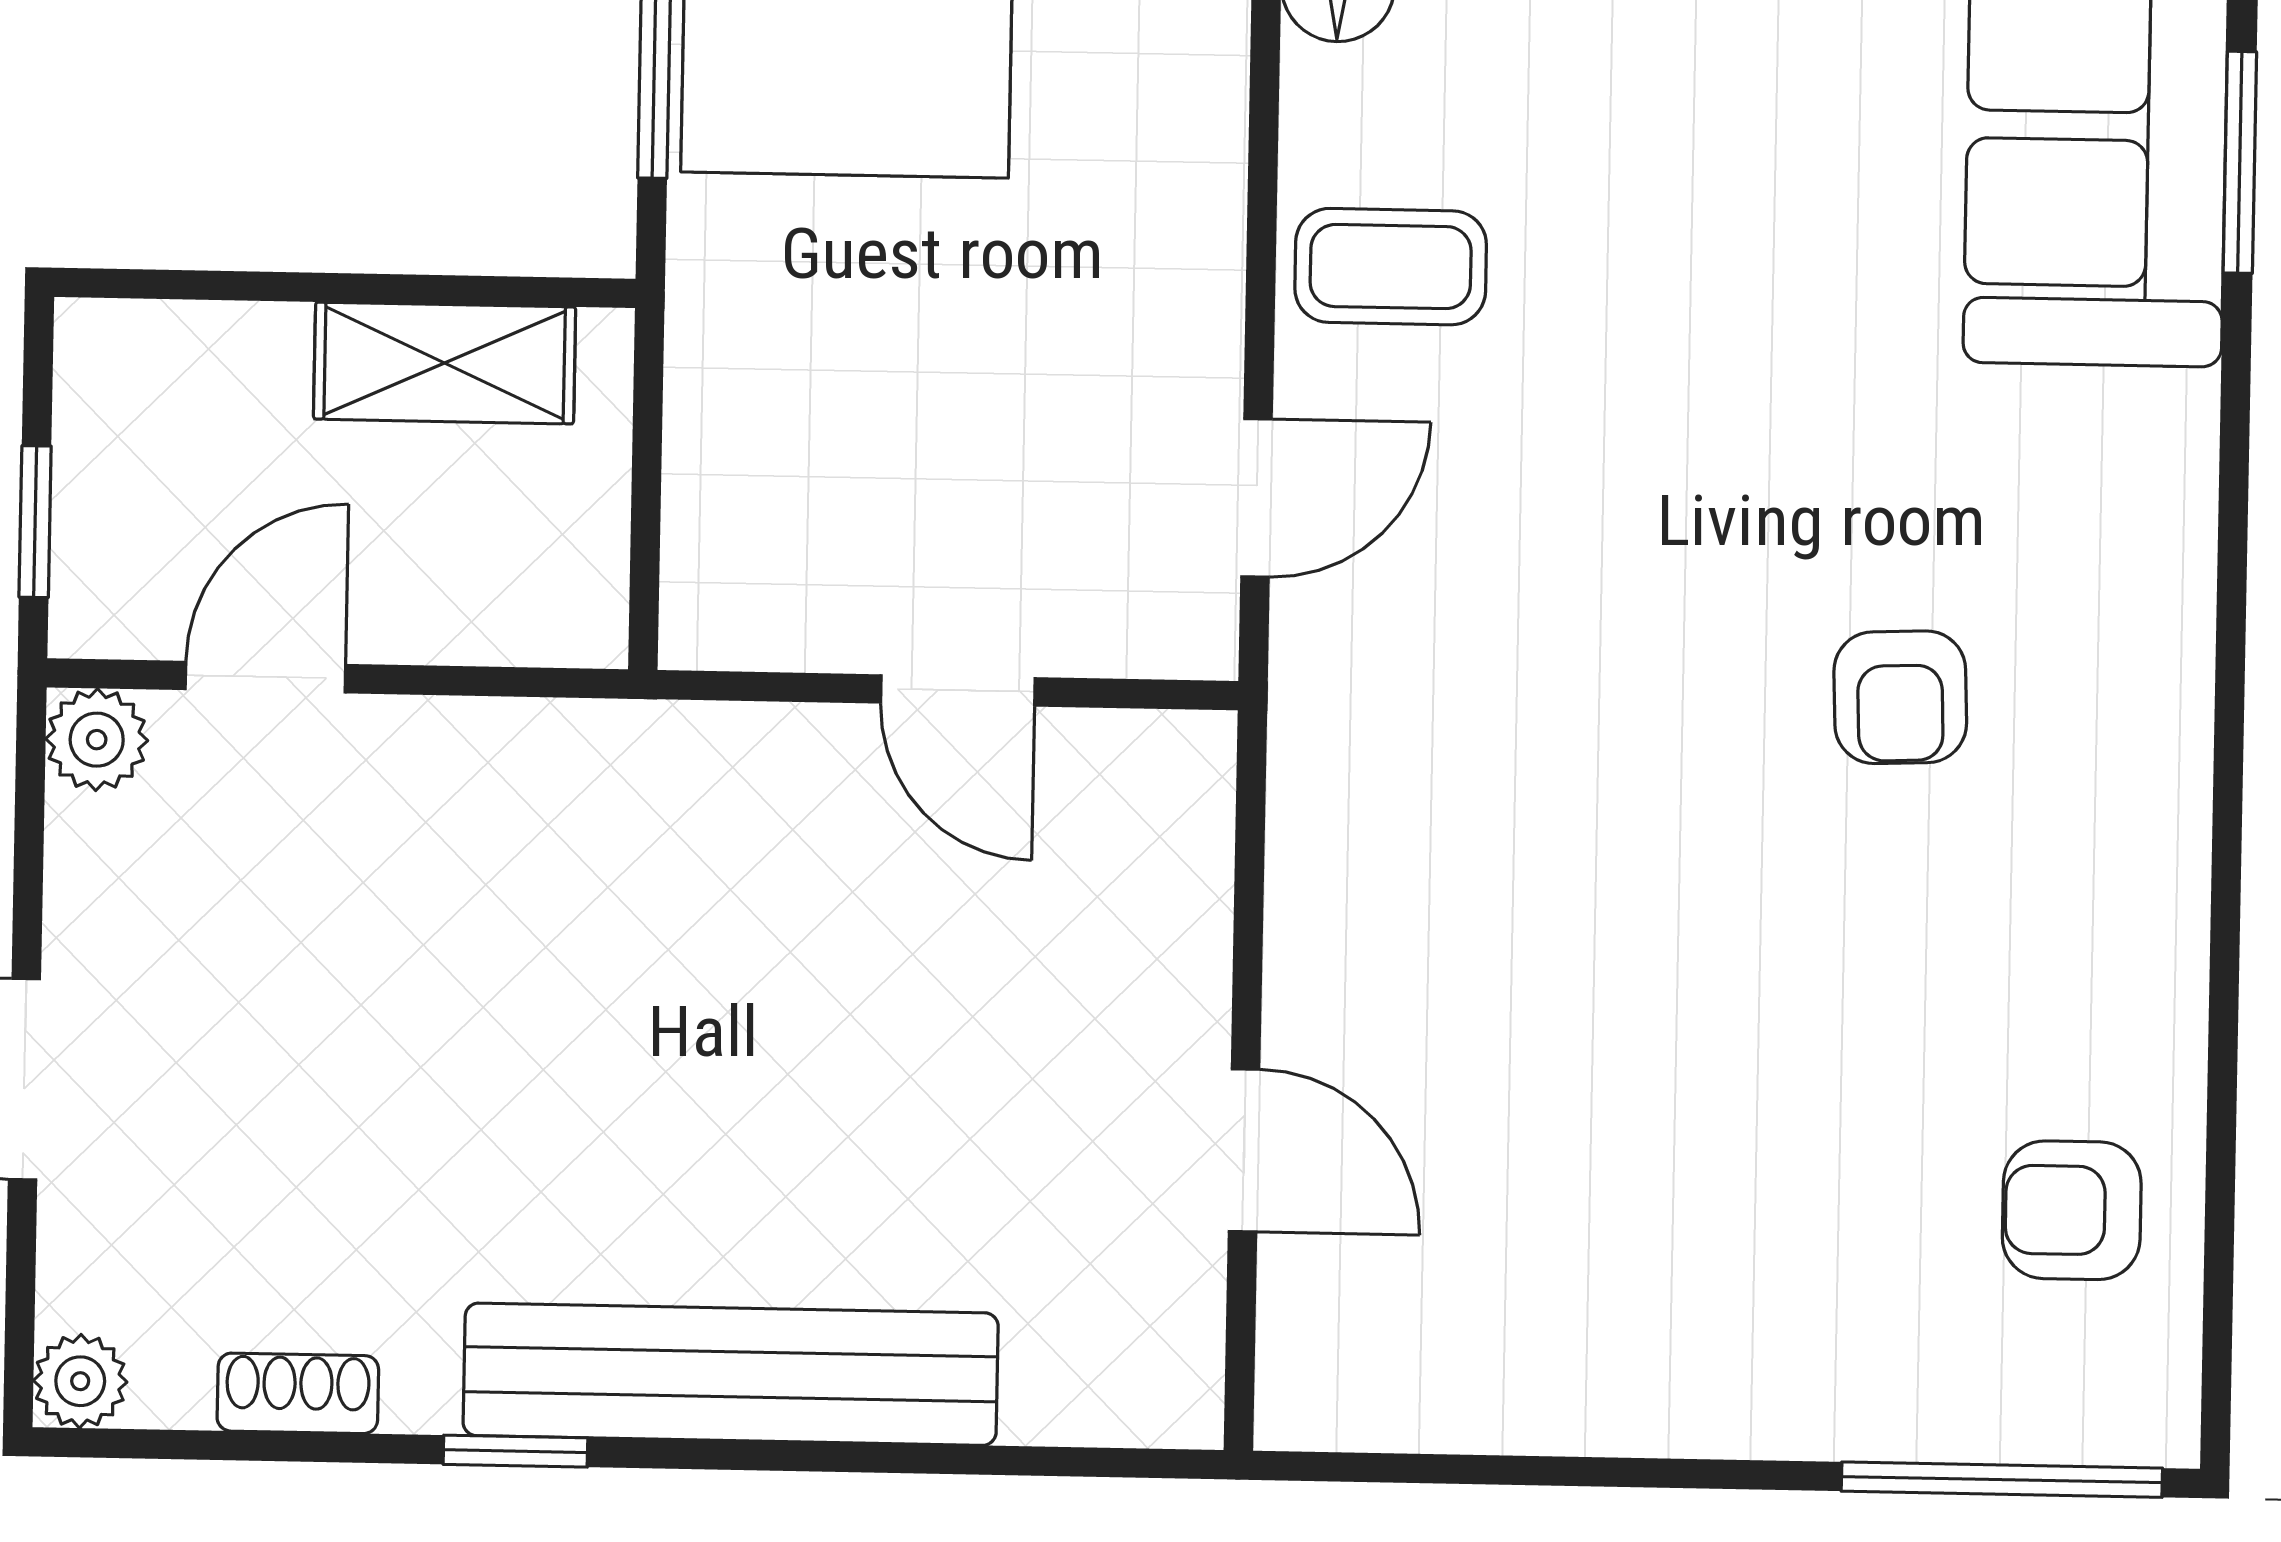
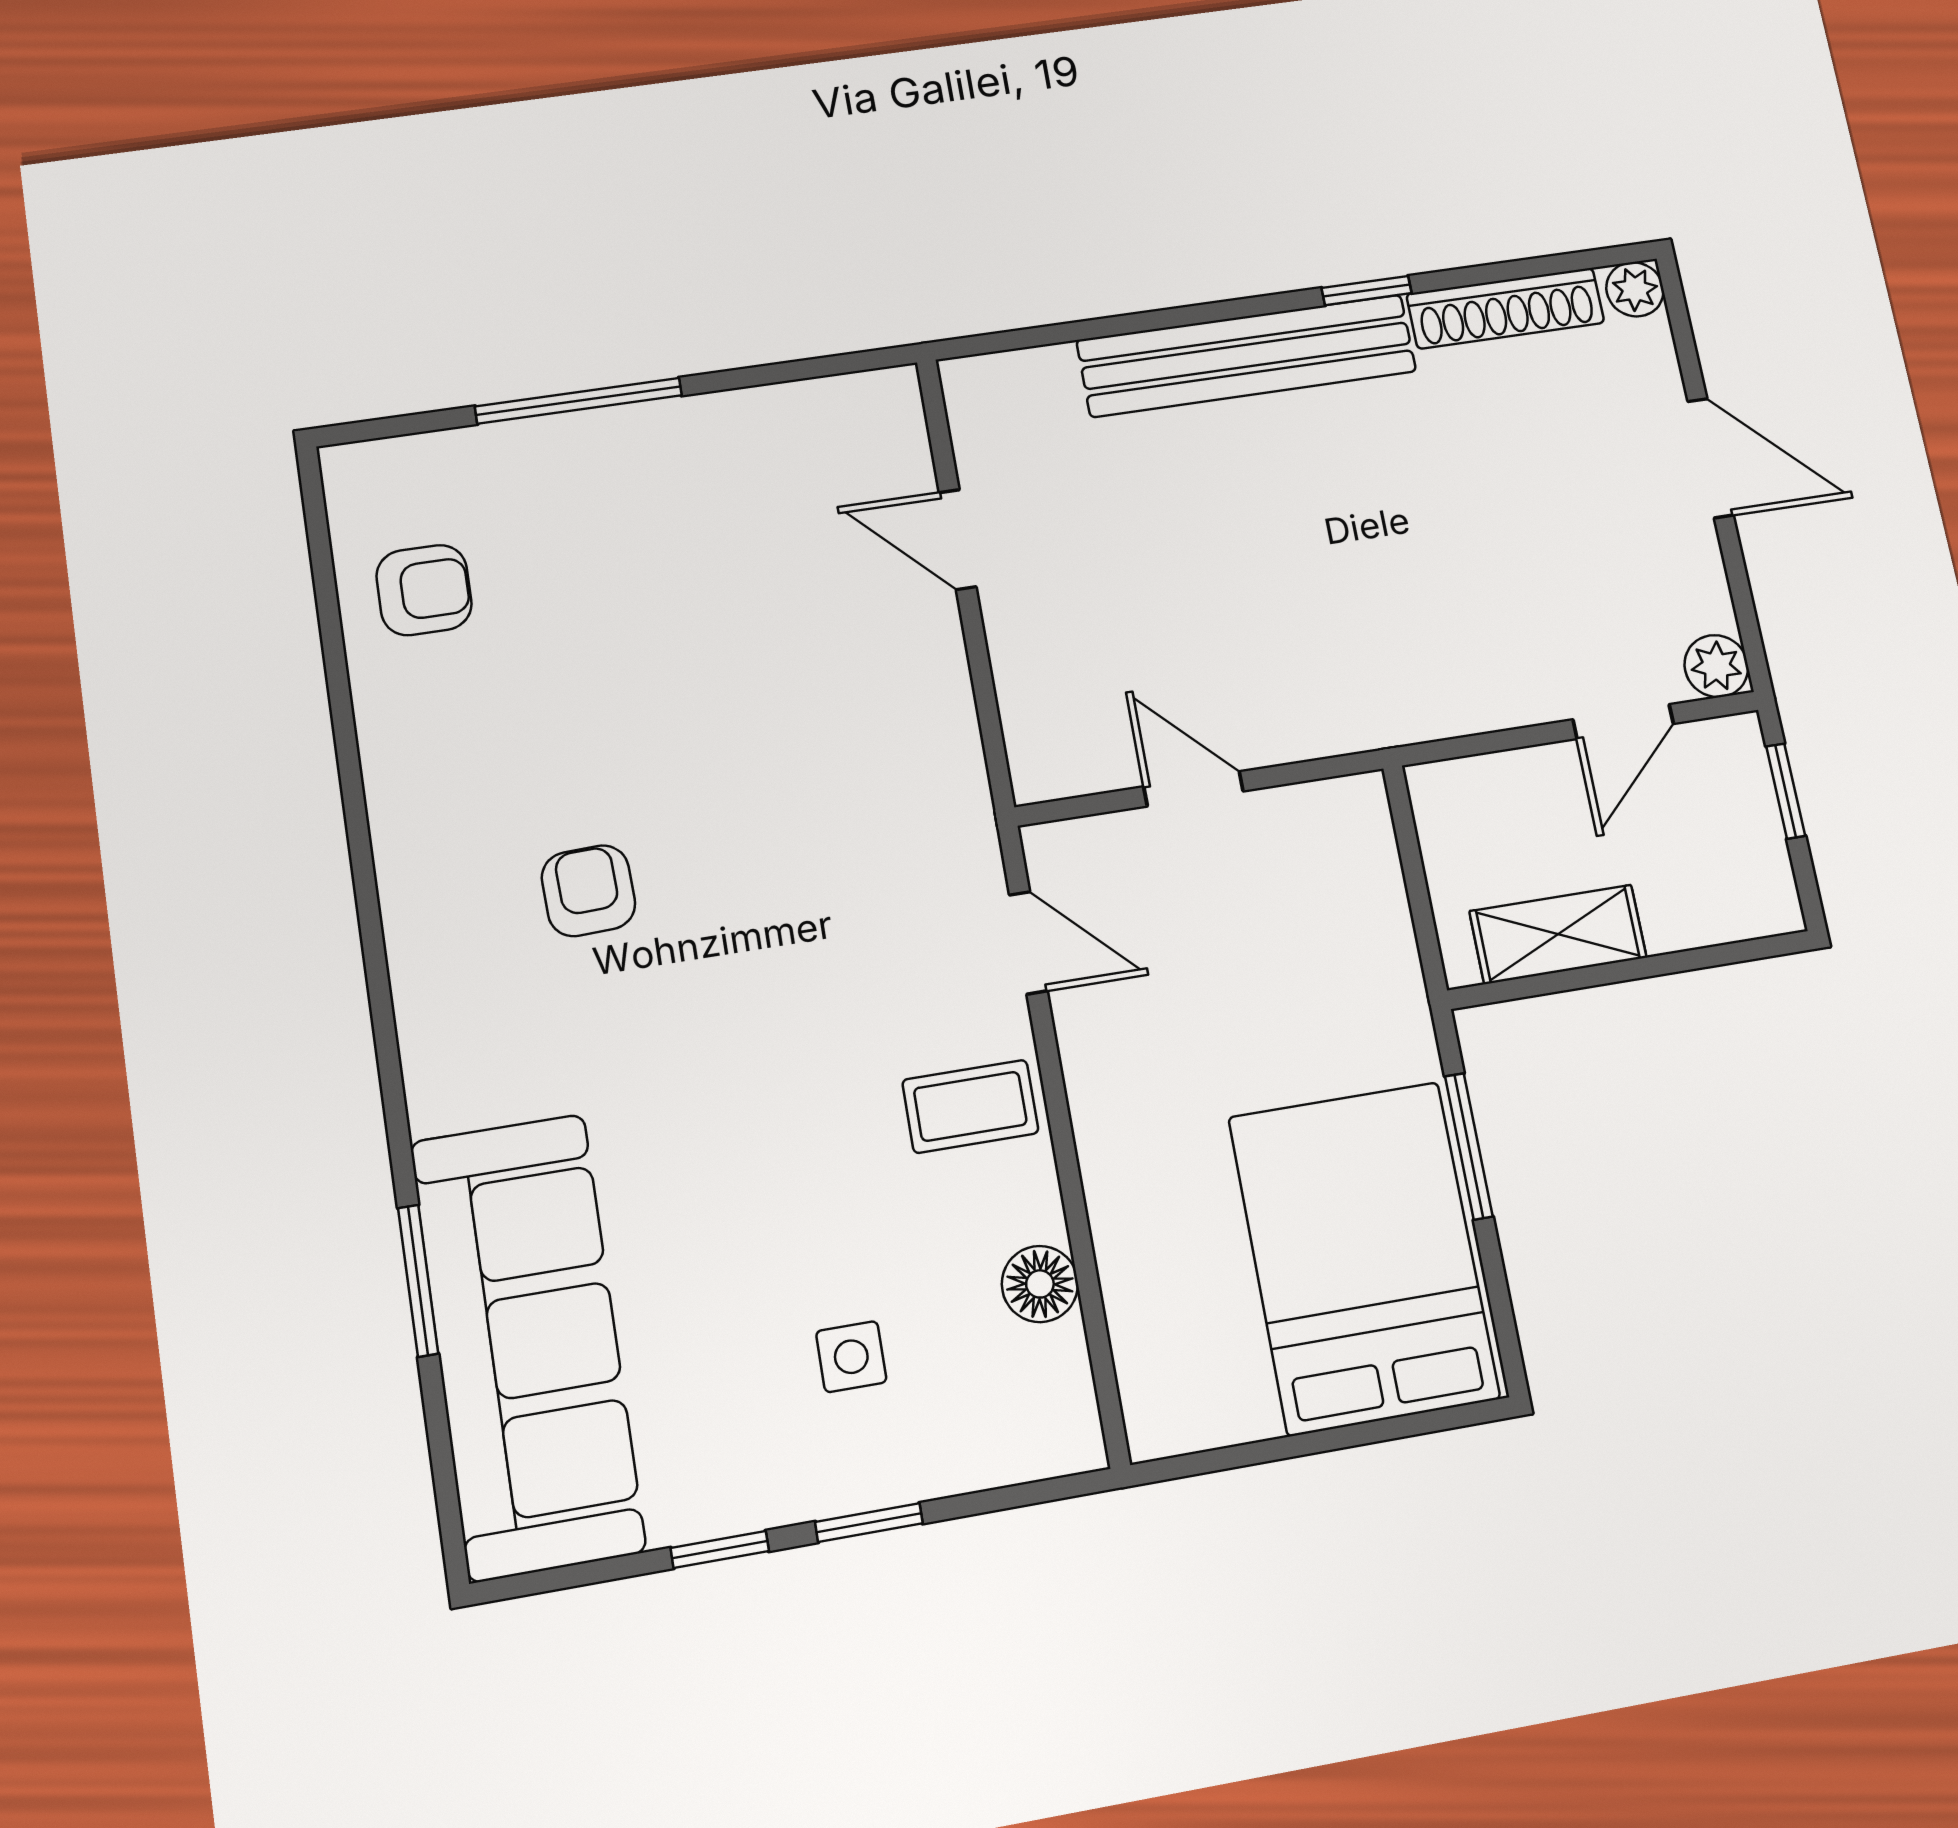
door: (1257, 498) -> (1028, 943), swing flipped
shoe rack: (298, 1393) -> (1505, 308), width x1.94, depth x1.24
window: (2002, 1480) -> (579, 401), moved

